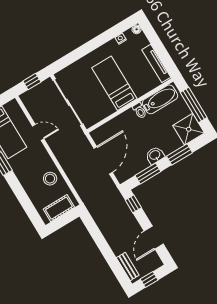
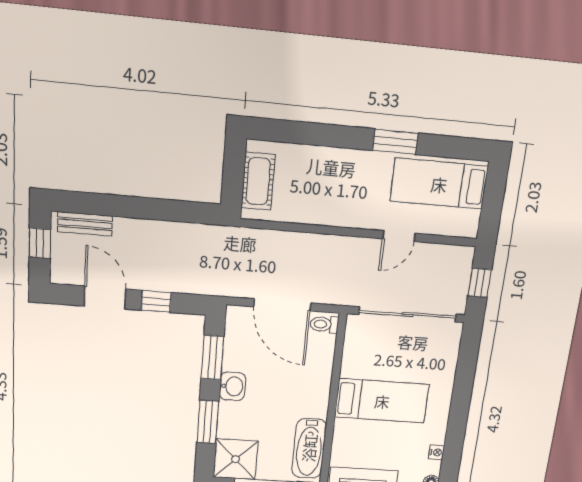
toilet: (140, 111) -> (324, 324), moved
stool: (50, 179) -> (315, 202), removed
window: (133, 204) -> (156, 301), moved

